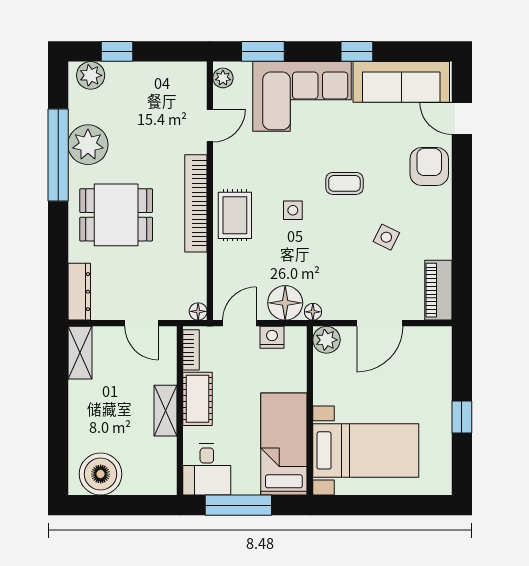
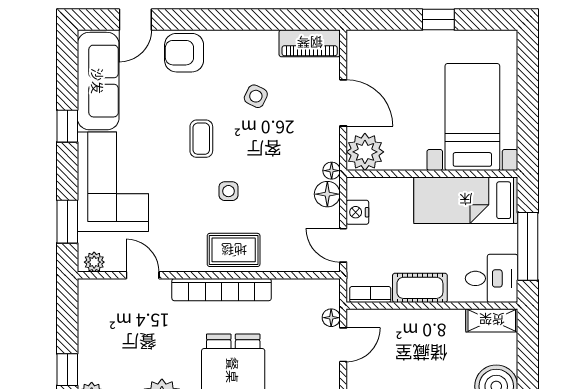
floor lamp: (285, 303) -> (327, 194), width x0.73, depth x0.73
floor lamp: (198, 311) -> (331, 318), moved
plant: (326, 340) -> (365, 152), width x1.36, depth x1.36
shelving: (165, 411) -> (492, 320), moved

